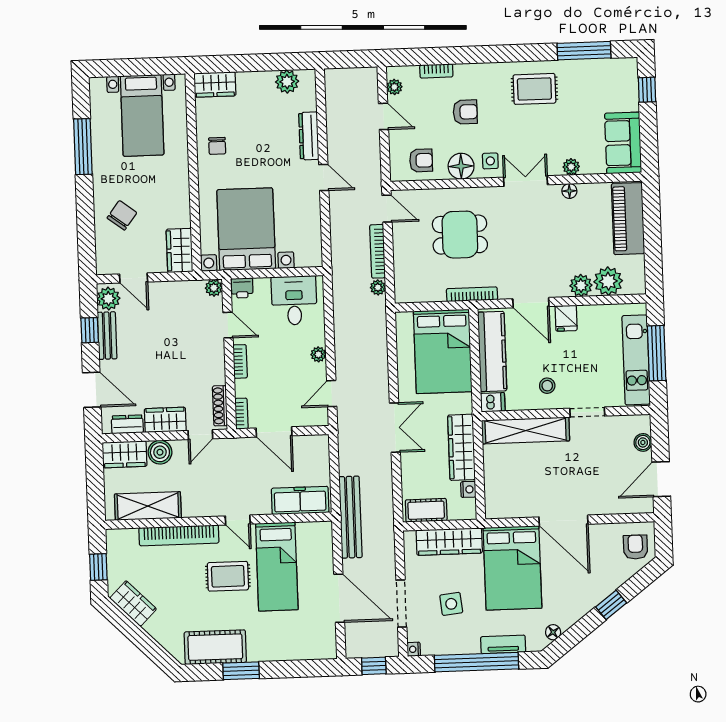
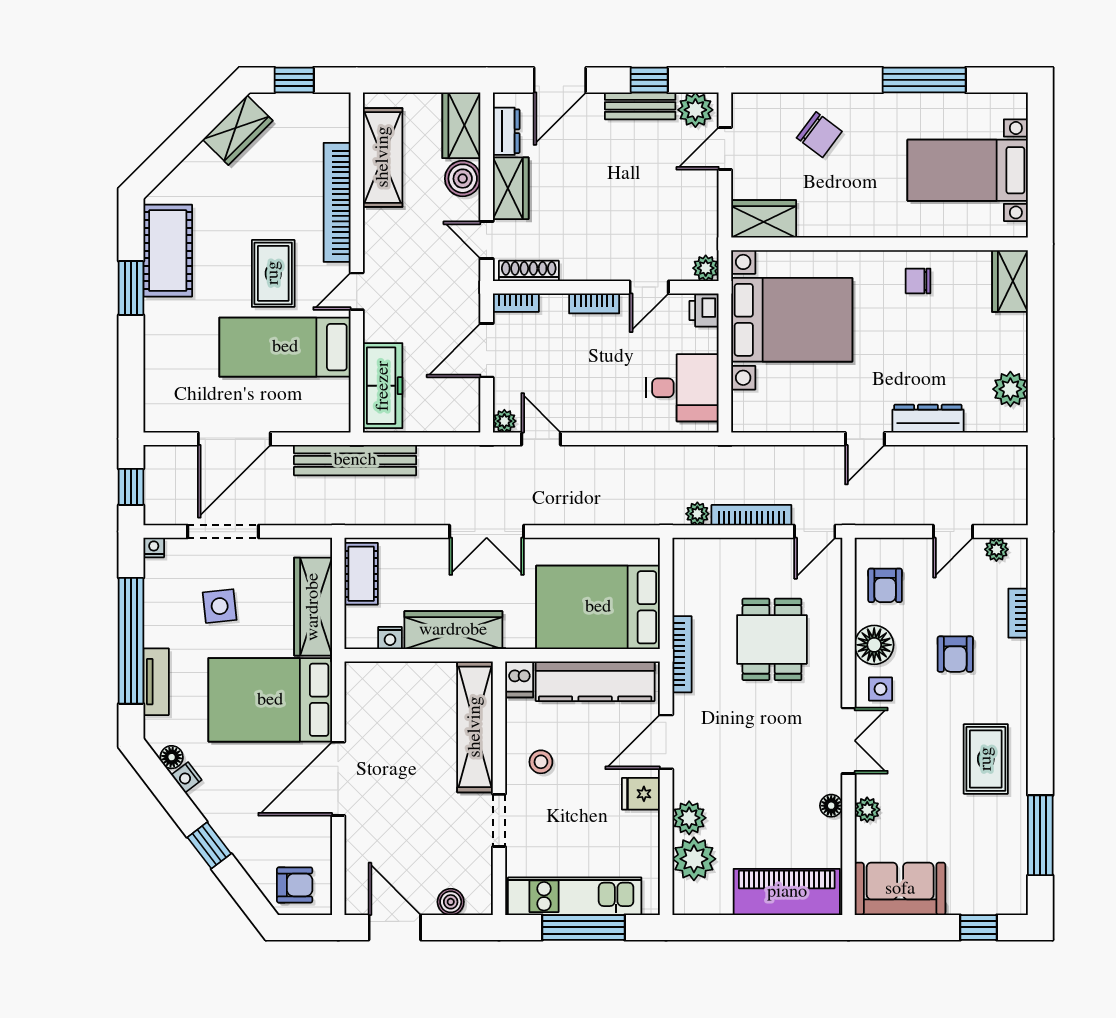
plant: (318, 354) -> (504, 421), moved
nightstand: (566, 622) -> (186, 777), added

